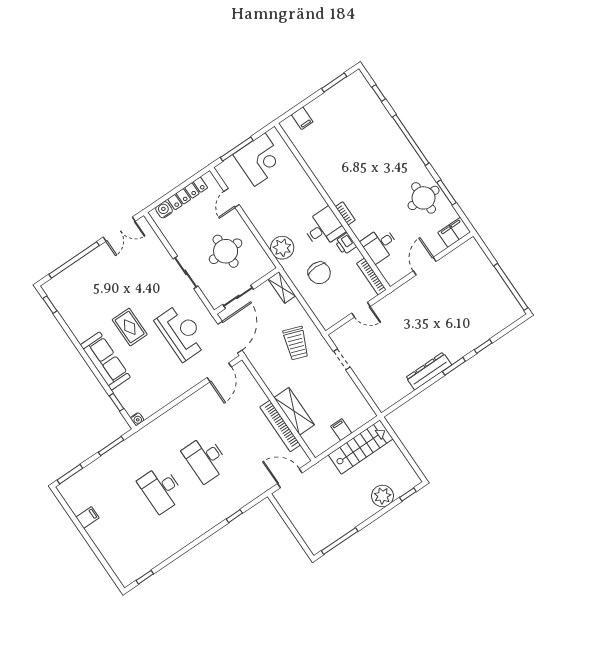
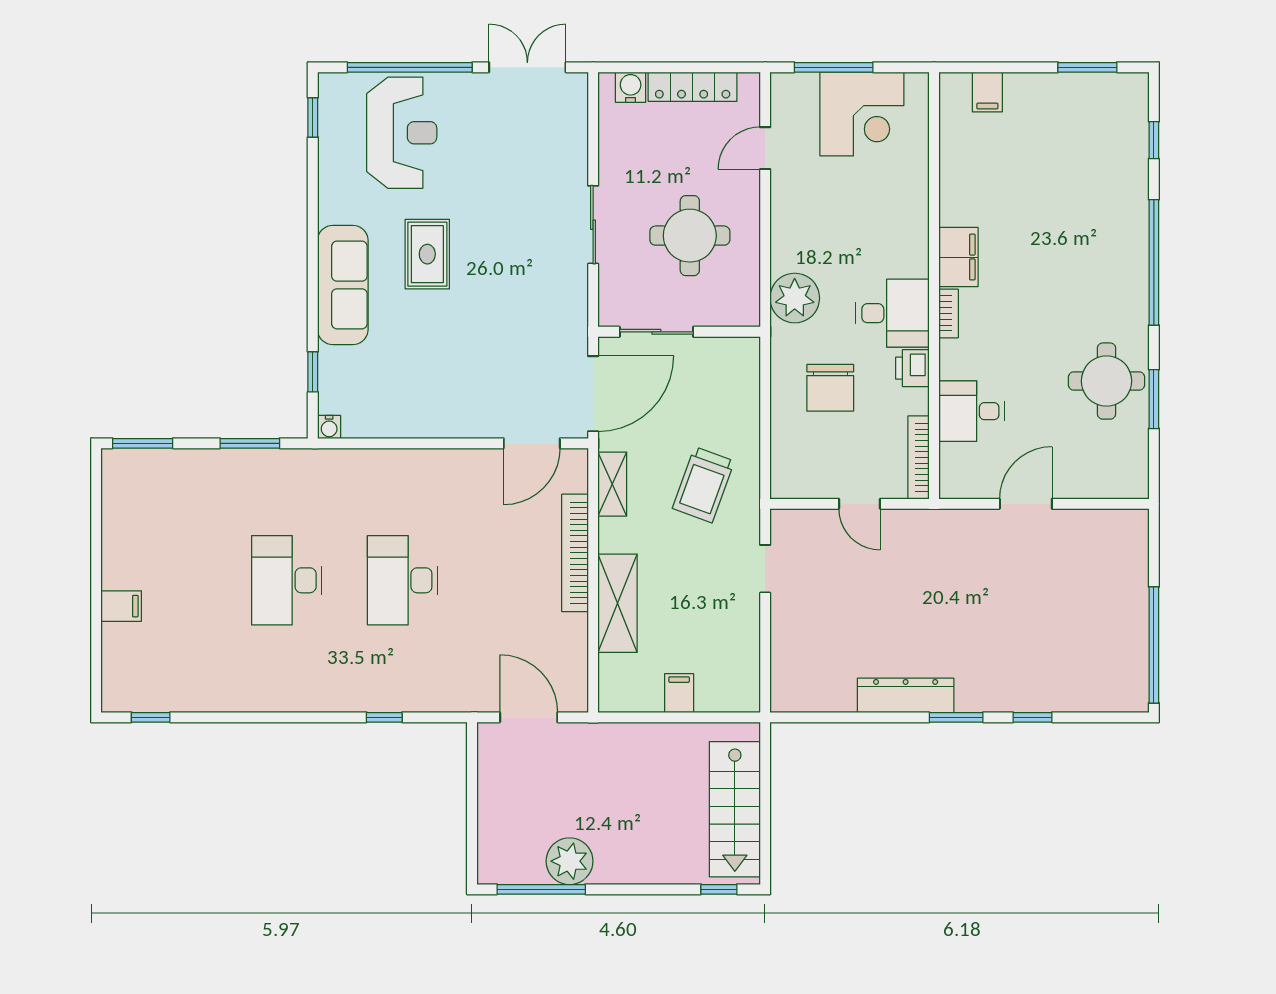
double door: (119, 229) -> (527, 67), swing flipped
filing cabinet: (454, 232) -> (959, 257), moved, turned 90
shelving: (282, 288) -> (612, 484), moved
reception desk: (181, 332) -> (402, 133), moved
bookcase: (280, 426) -> (575, 553), moved
stairs: (361, 447) -> (735, 809), moved, turned 90
plant: (382, 496) -> (570, 861), moved
filing cabinet: (87, 518) -> (121, 606), moved

